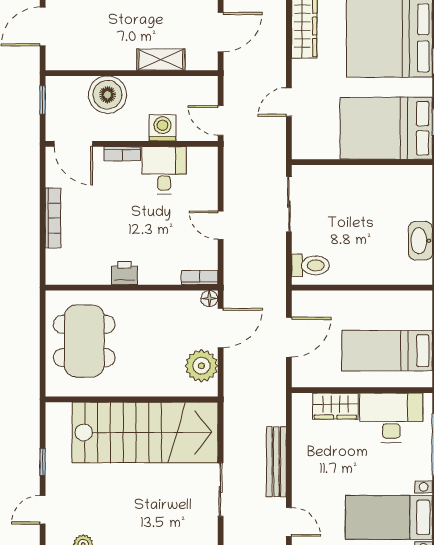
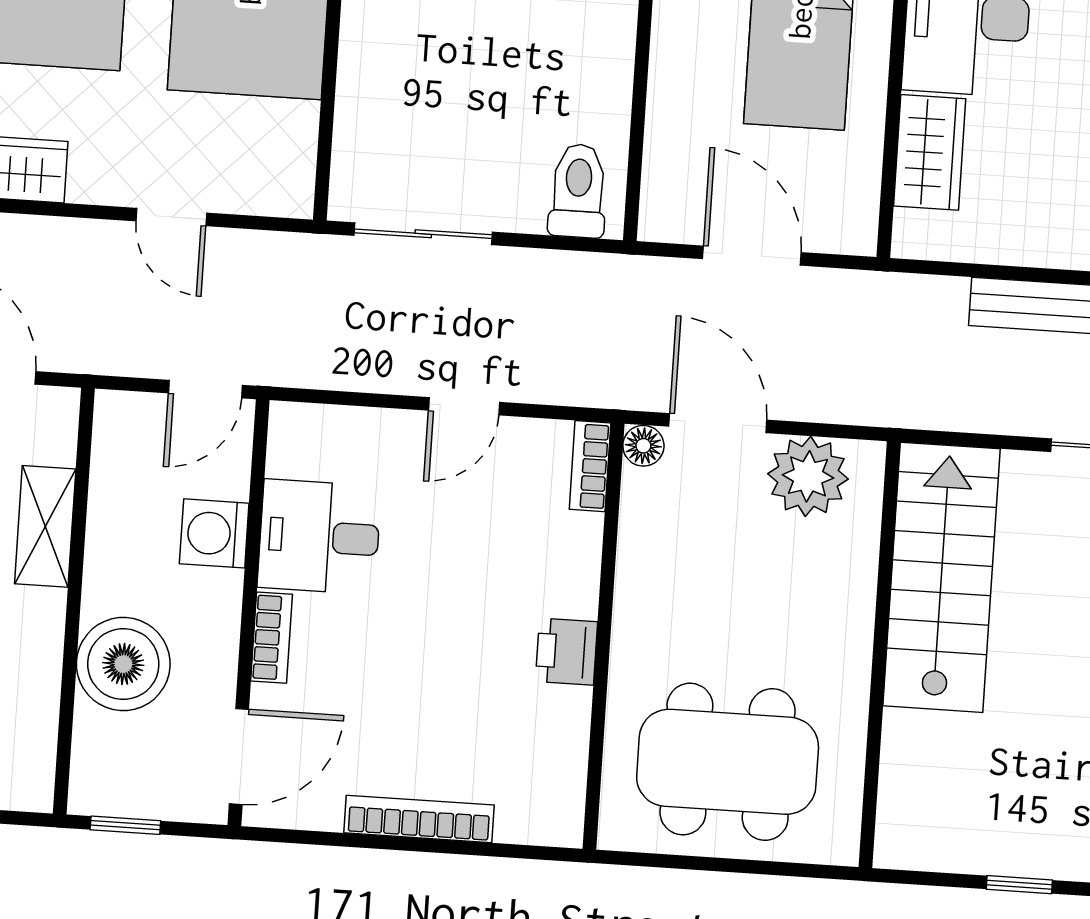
stairs: (145, 432) -> (941, 577), width x0.73, depth x0.66

